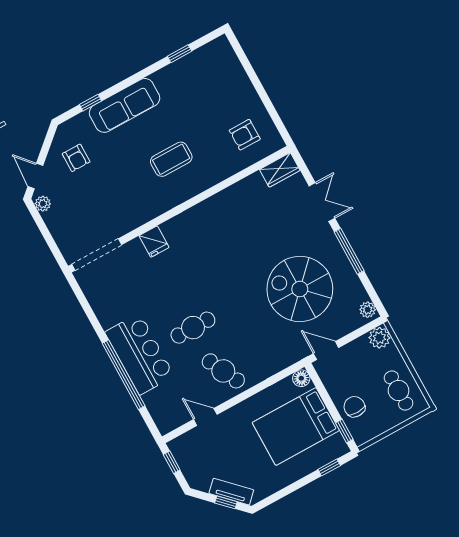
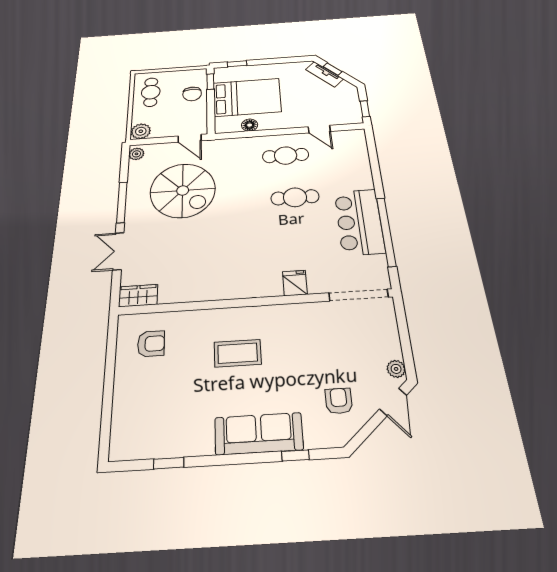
bar counter: (140, 354) -> (359, 222), moved
cafe table: (223, 371) -> (286, 155), turned -64
window: (124, 375) -> (386, 232), moved
floor lamp: (301, 378) -> (250, 125), moved

